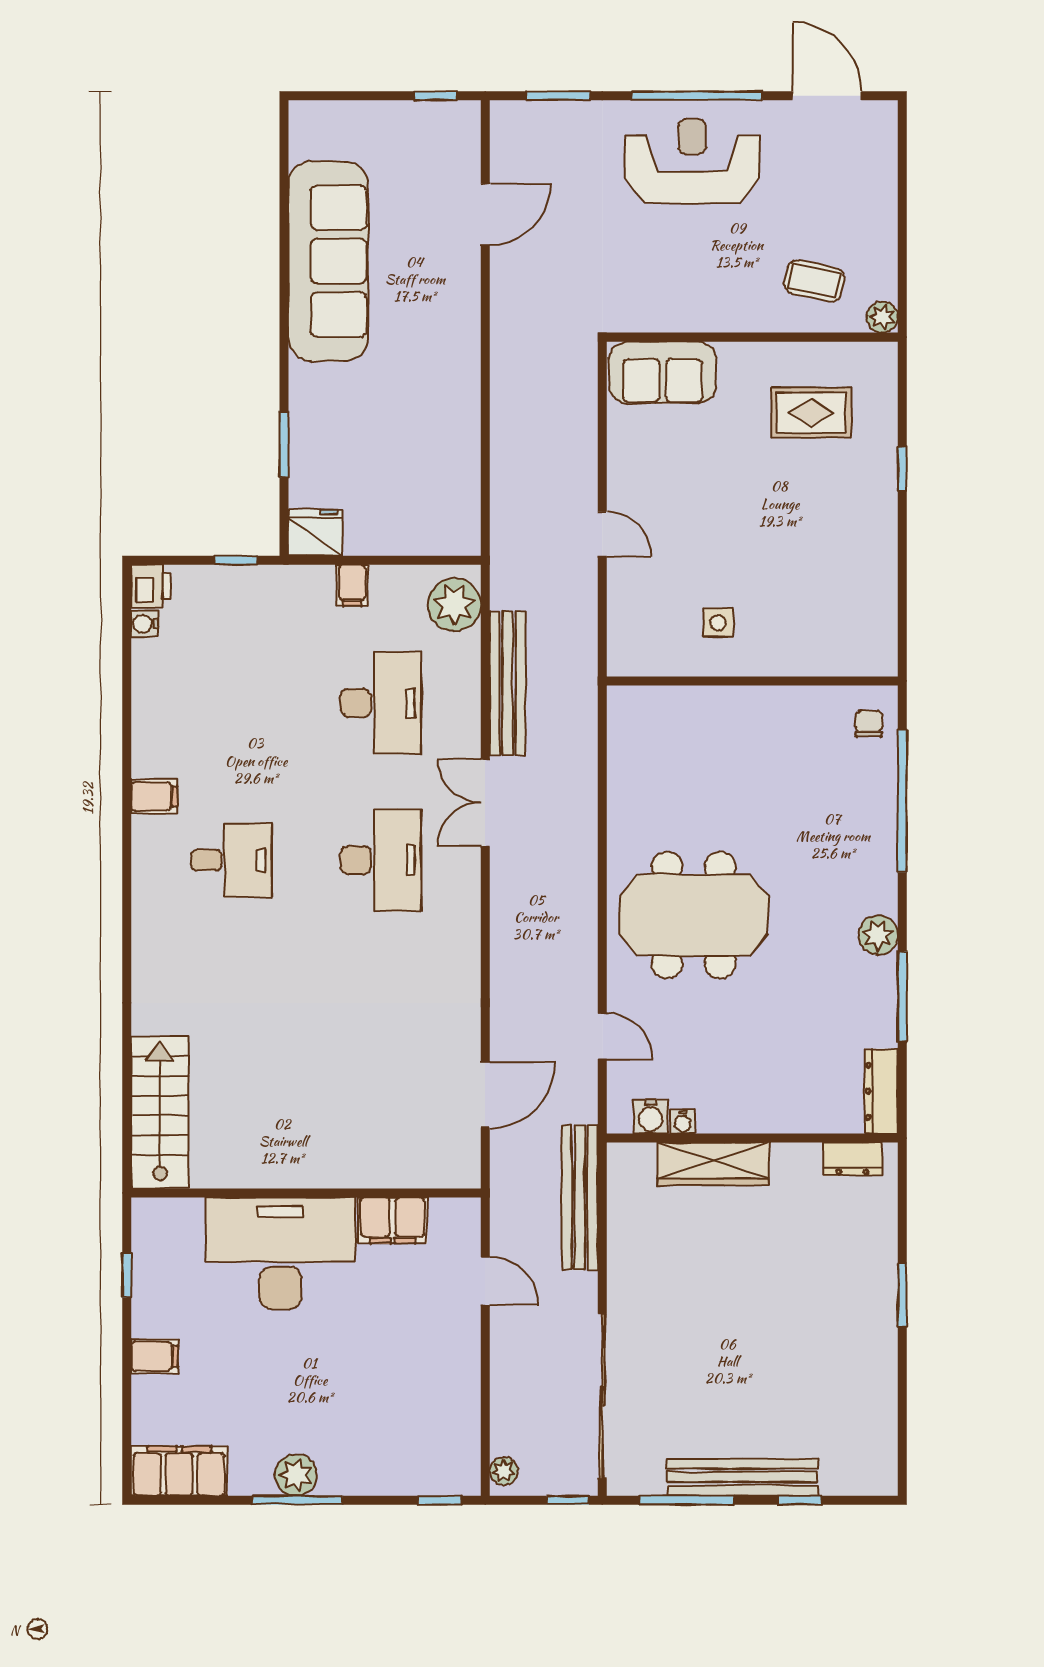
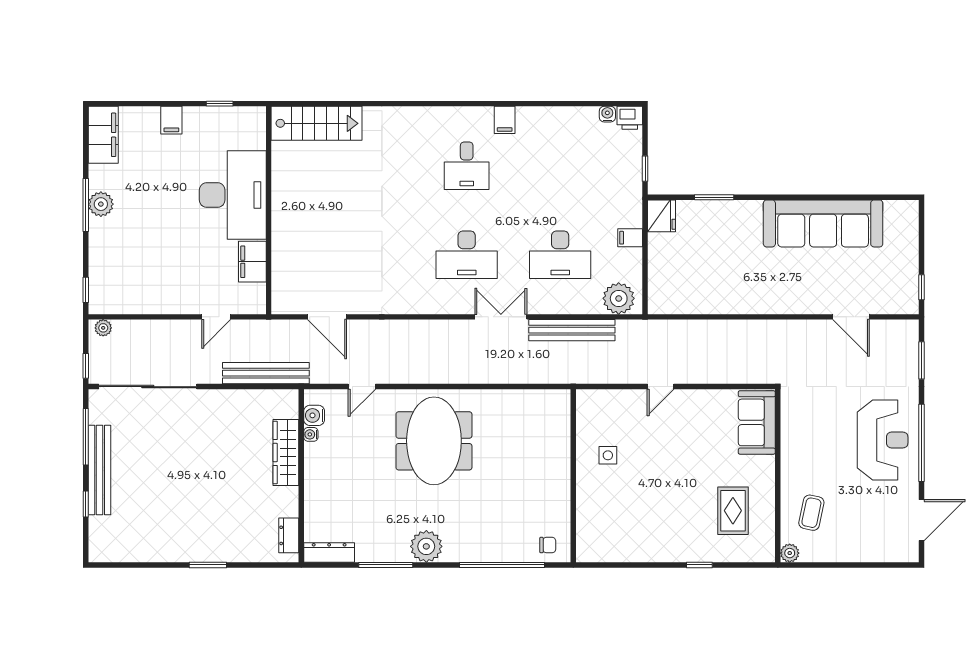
plant: (878, 935) -> (426, 546), width x1.36, depth x1.36

